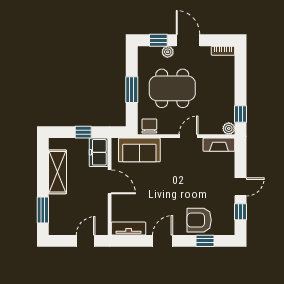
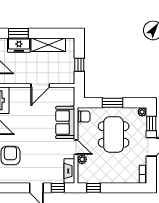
plant: (168, 52) -> (142, 112), moved
plant: (229, 128) -> (82, 159), moved
sofa: (139, 150) -> (65, 122), moved
freezer: (99, 152) -> (19, 45), moved, turned 180
window: (241, 212) -> (58, 188), moved

